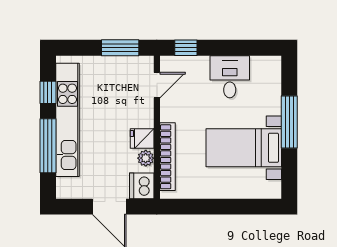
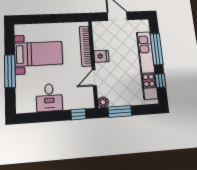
door: (157, 85) -> (94, 78), moved
plant: (146, 158) -> (103, 102), moved
dishwasher: (142, 186) -> (99, 29), removed

